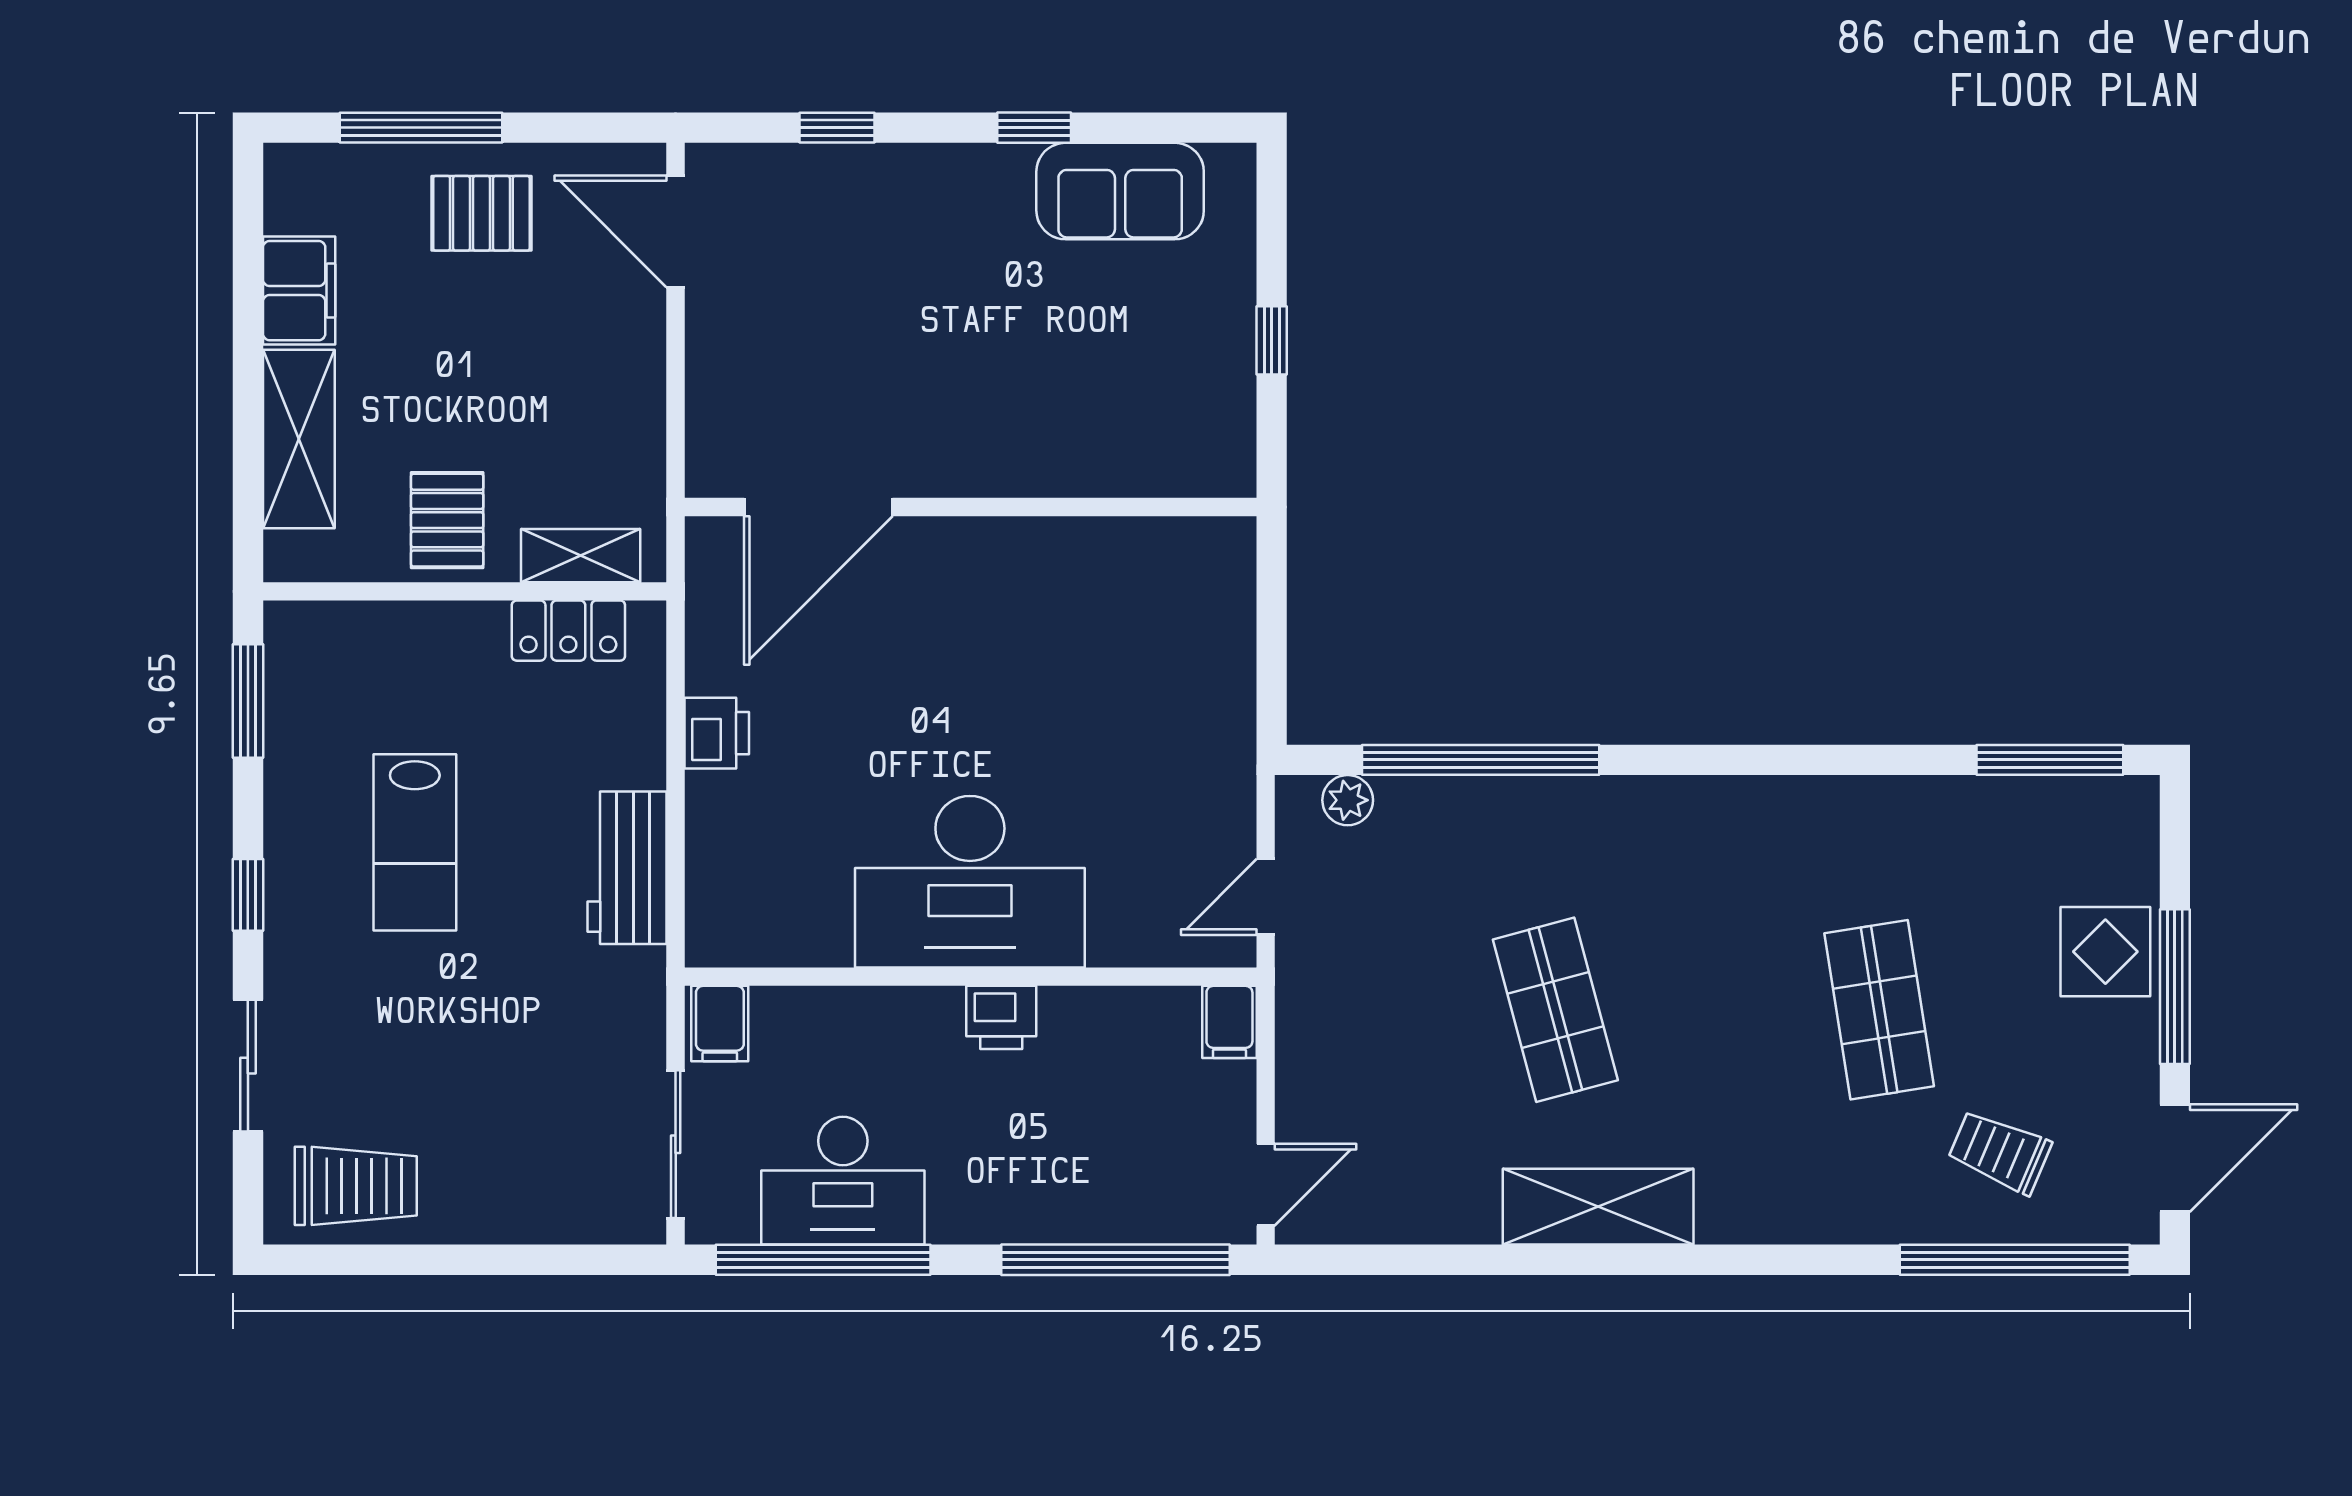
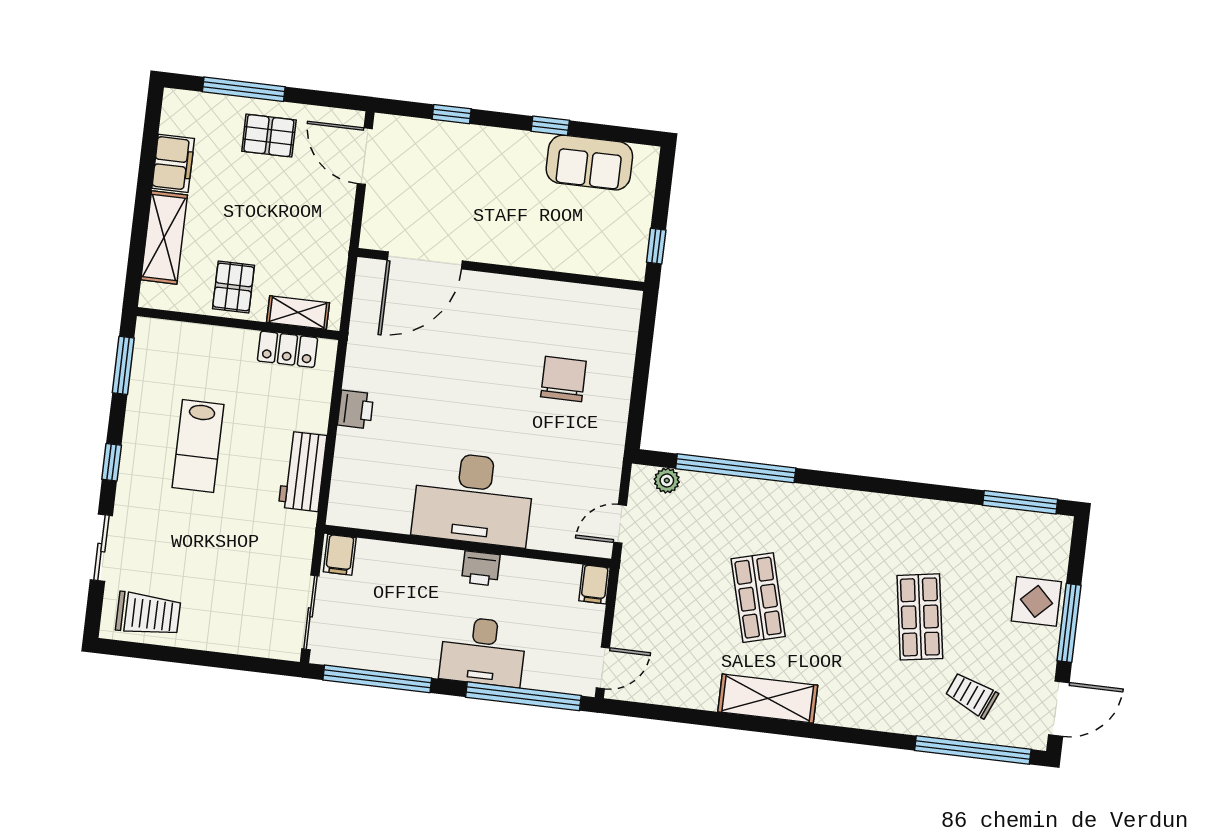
door: (818, 507) -> (425, 260), moved
wall: (971, 507) -> (501, 269), moved
chair: (1120, 624) -> (563, 379), added
desk: (843, 1181) -> (483, 651), moved

